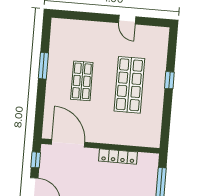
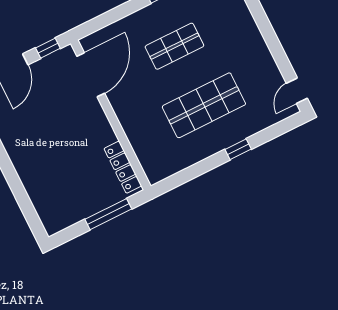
door: (127, 20) -> (297, 91), moved
locker: (118, 156) -> (123, 167), moved

